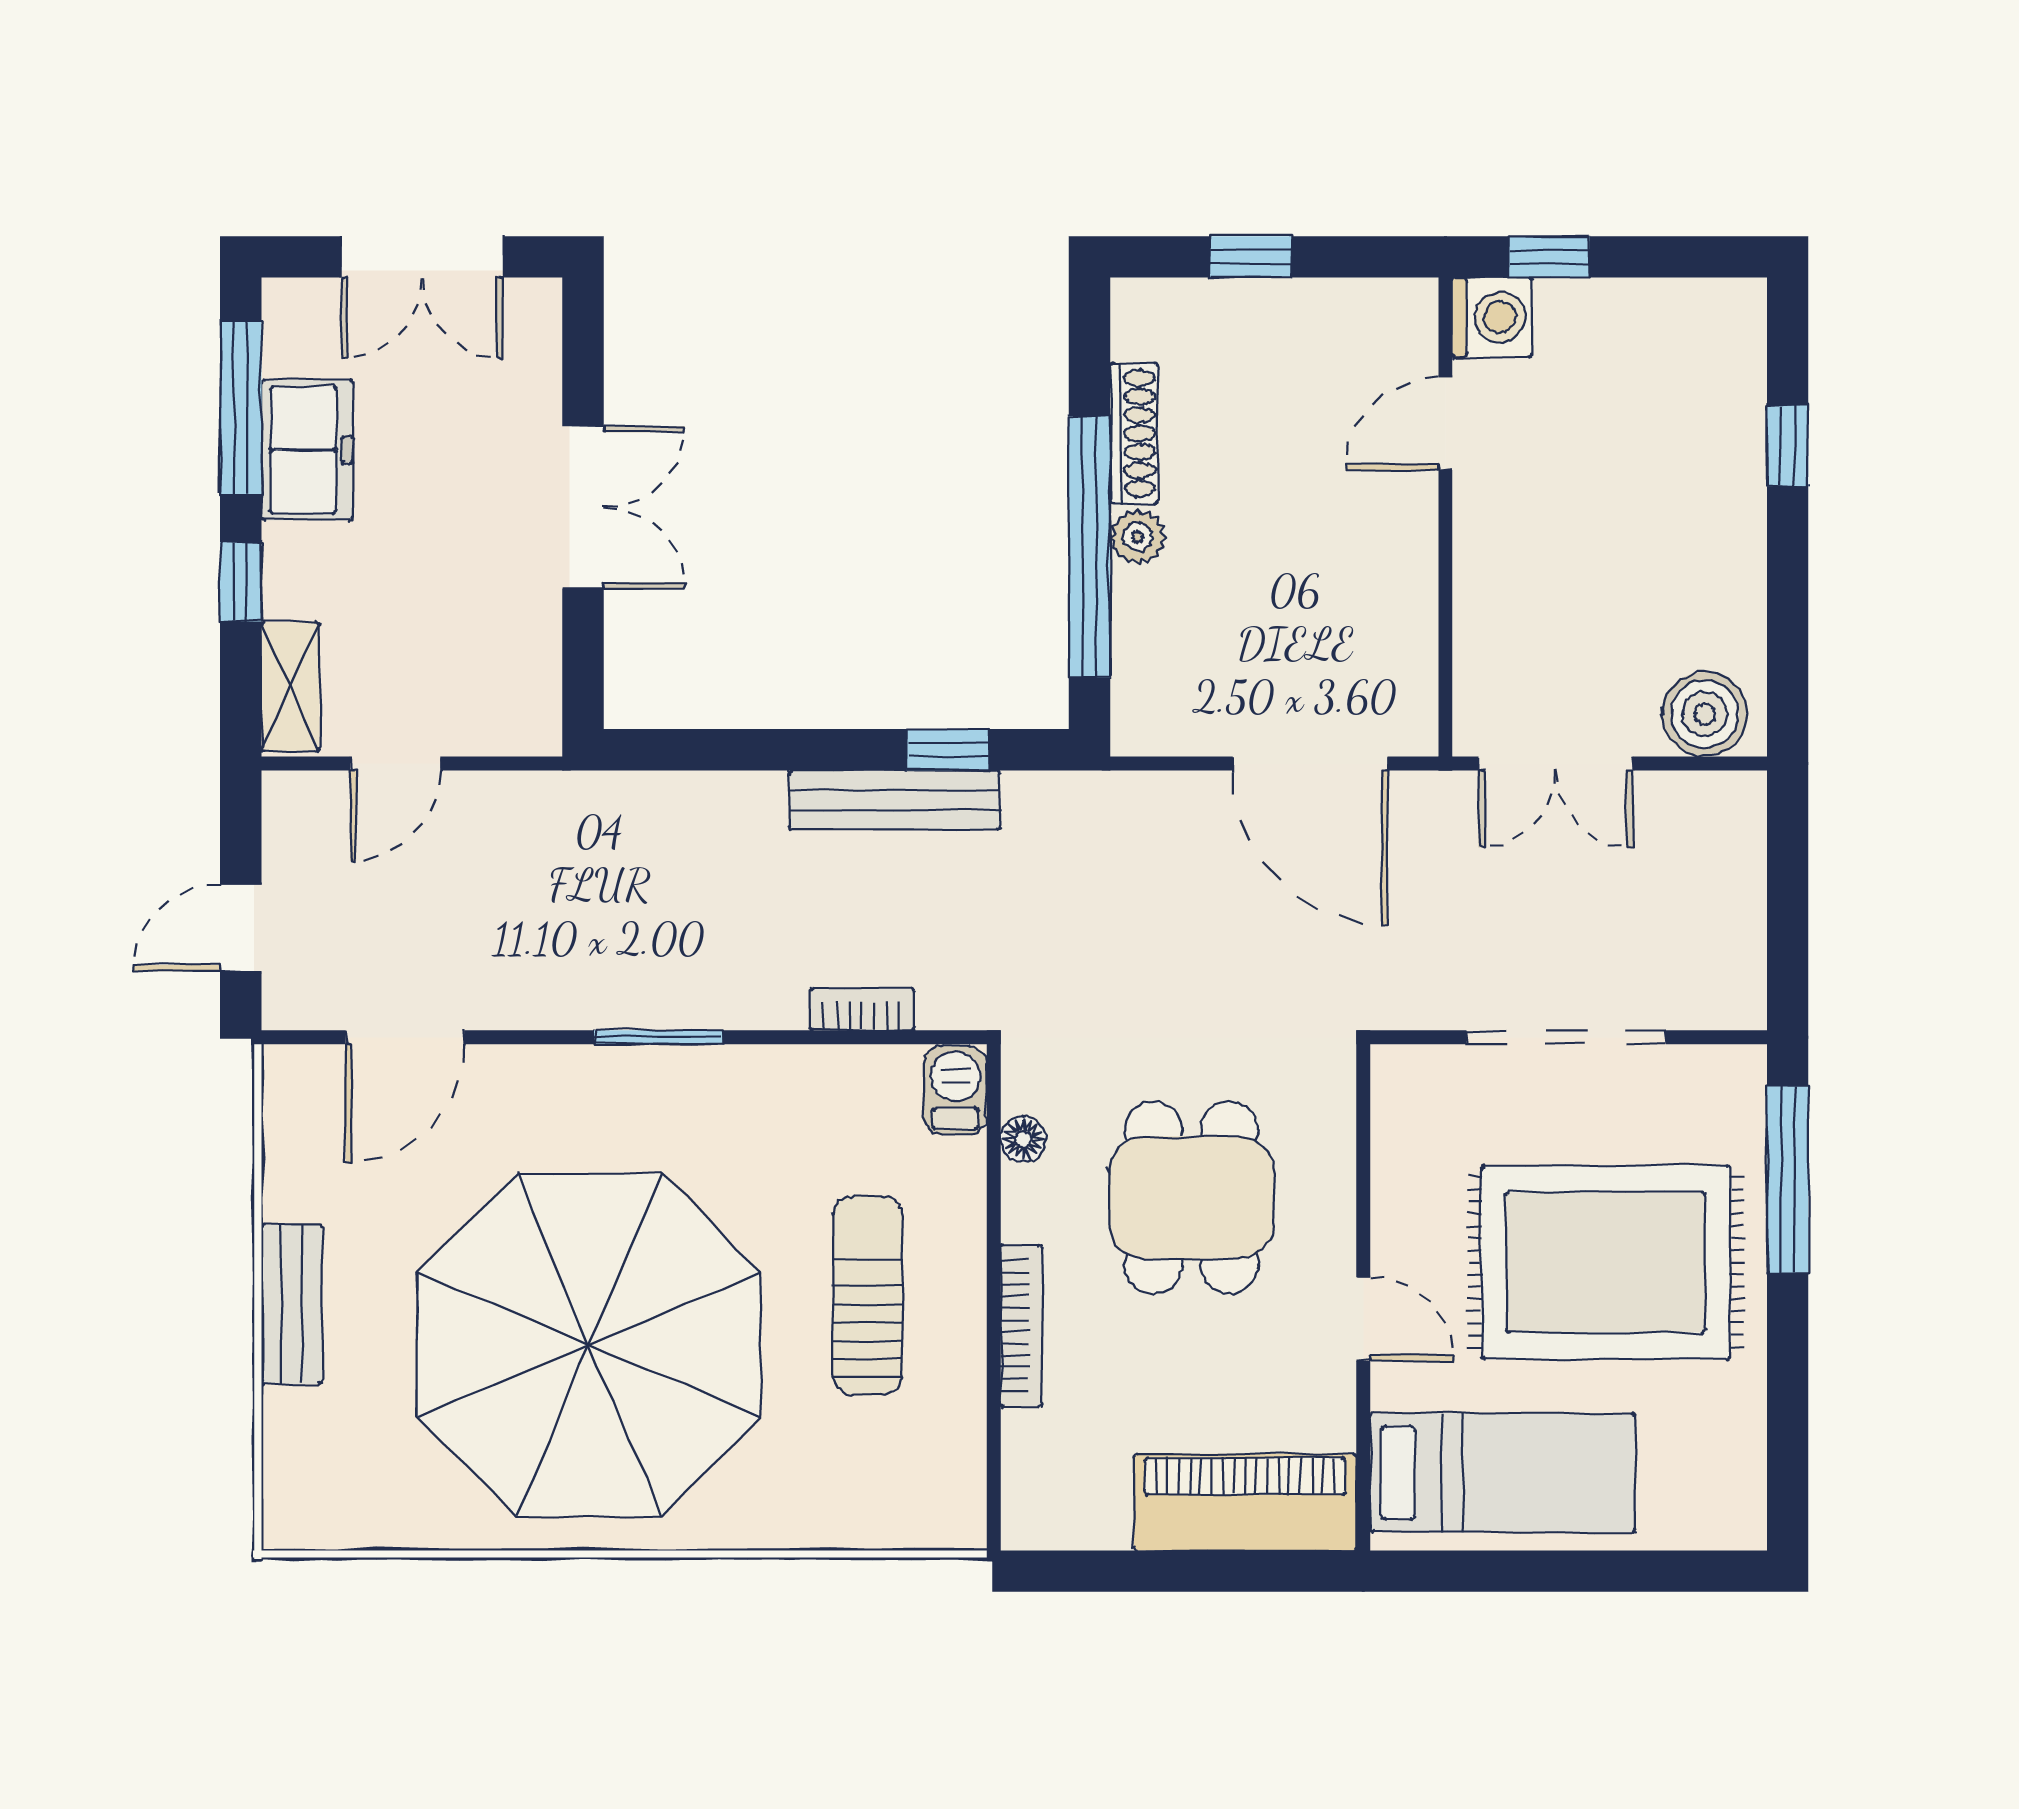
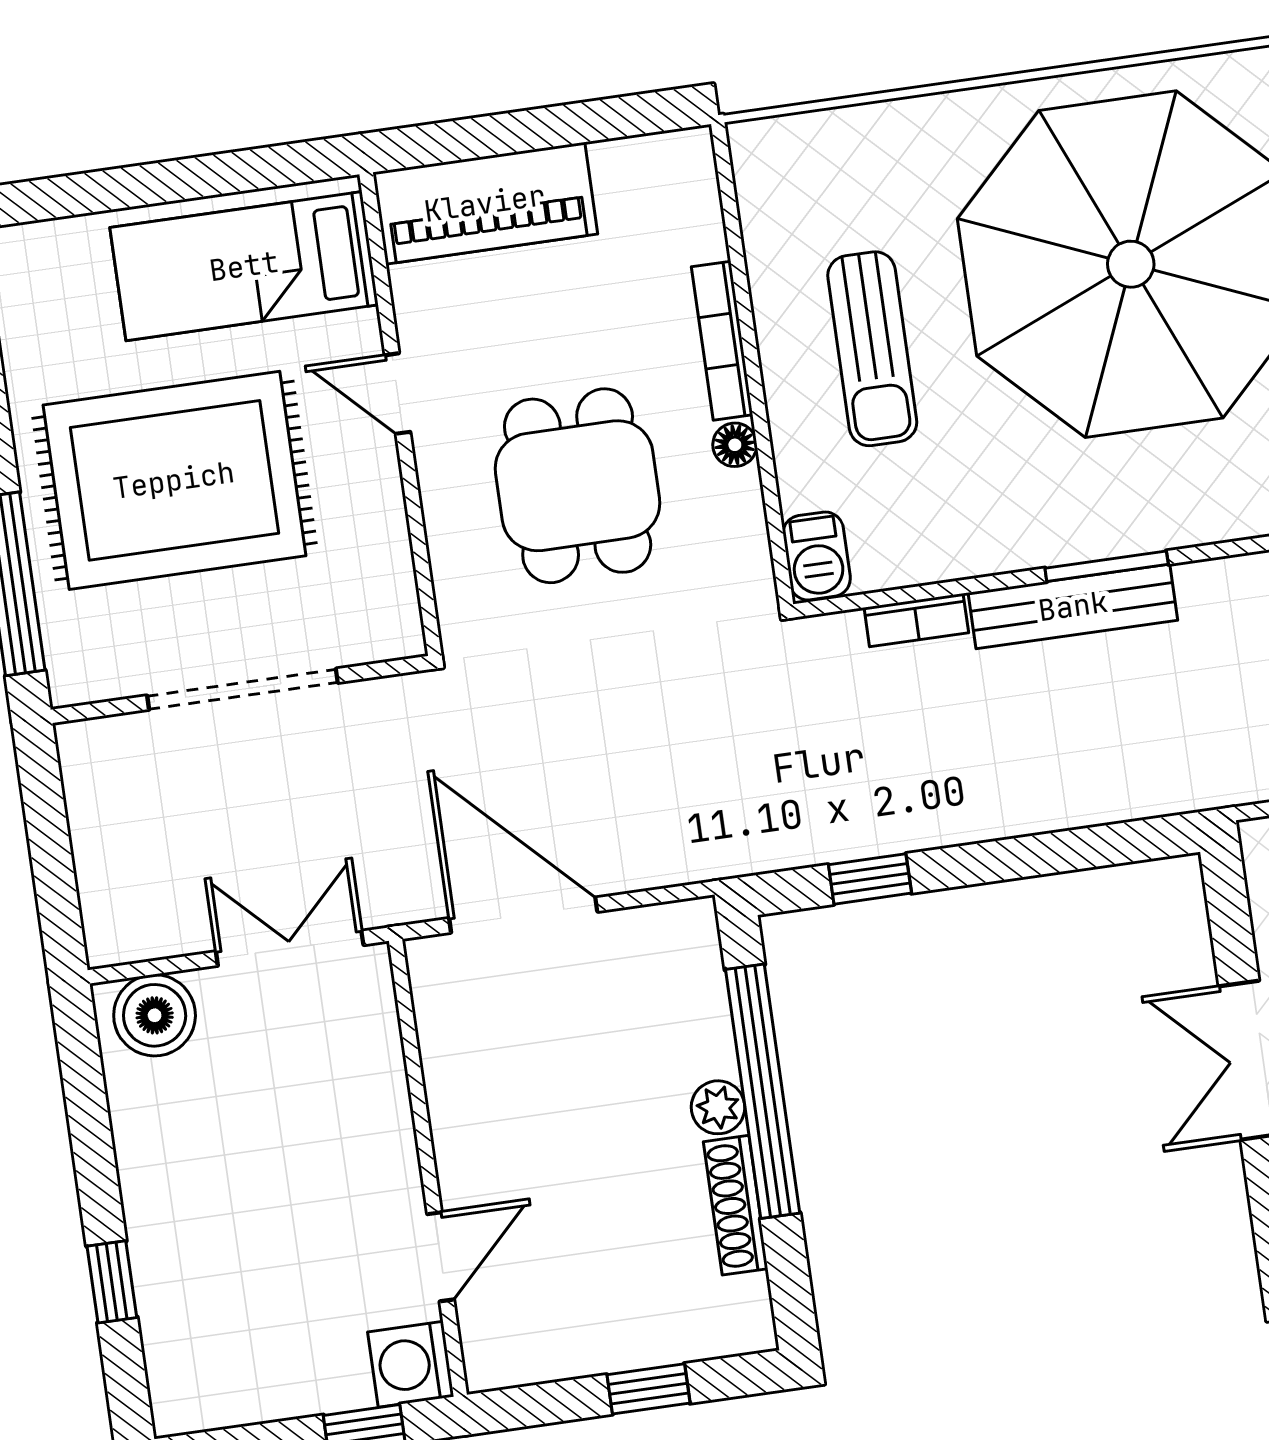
bench: (894, 800) -> (1073, 606), moved
floor lamp: (1023, 1139) -> (735, 445), moved

